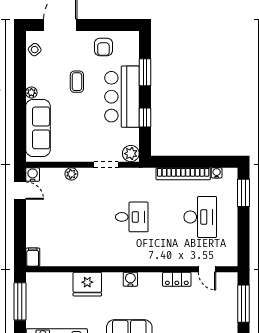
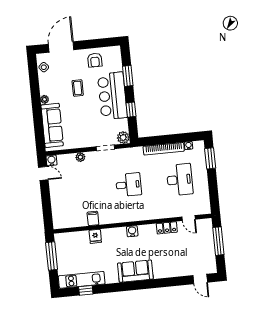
filing cabinet: (33, 257) -> (93, 218), moved
fridge: (87, 284) -> (95, 236), width x0.53, depth x0.75

